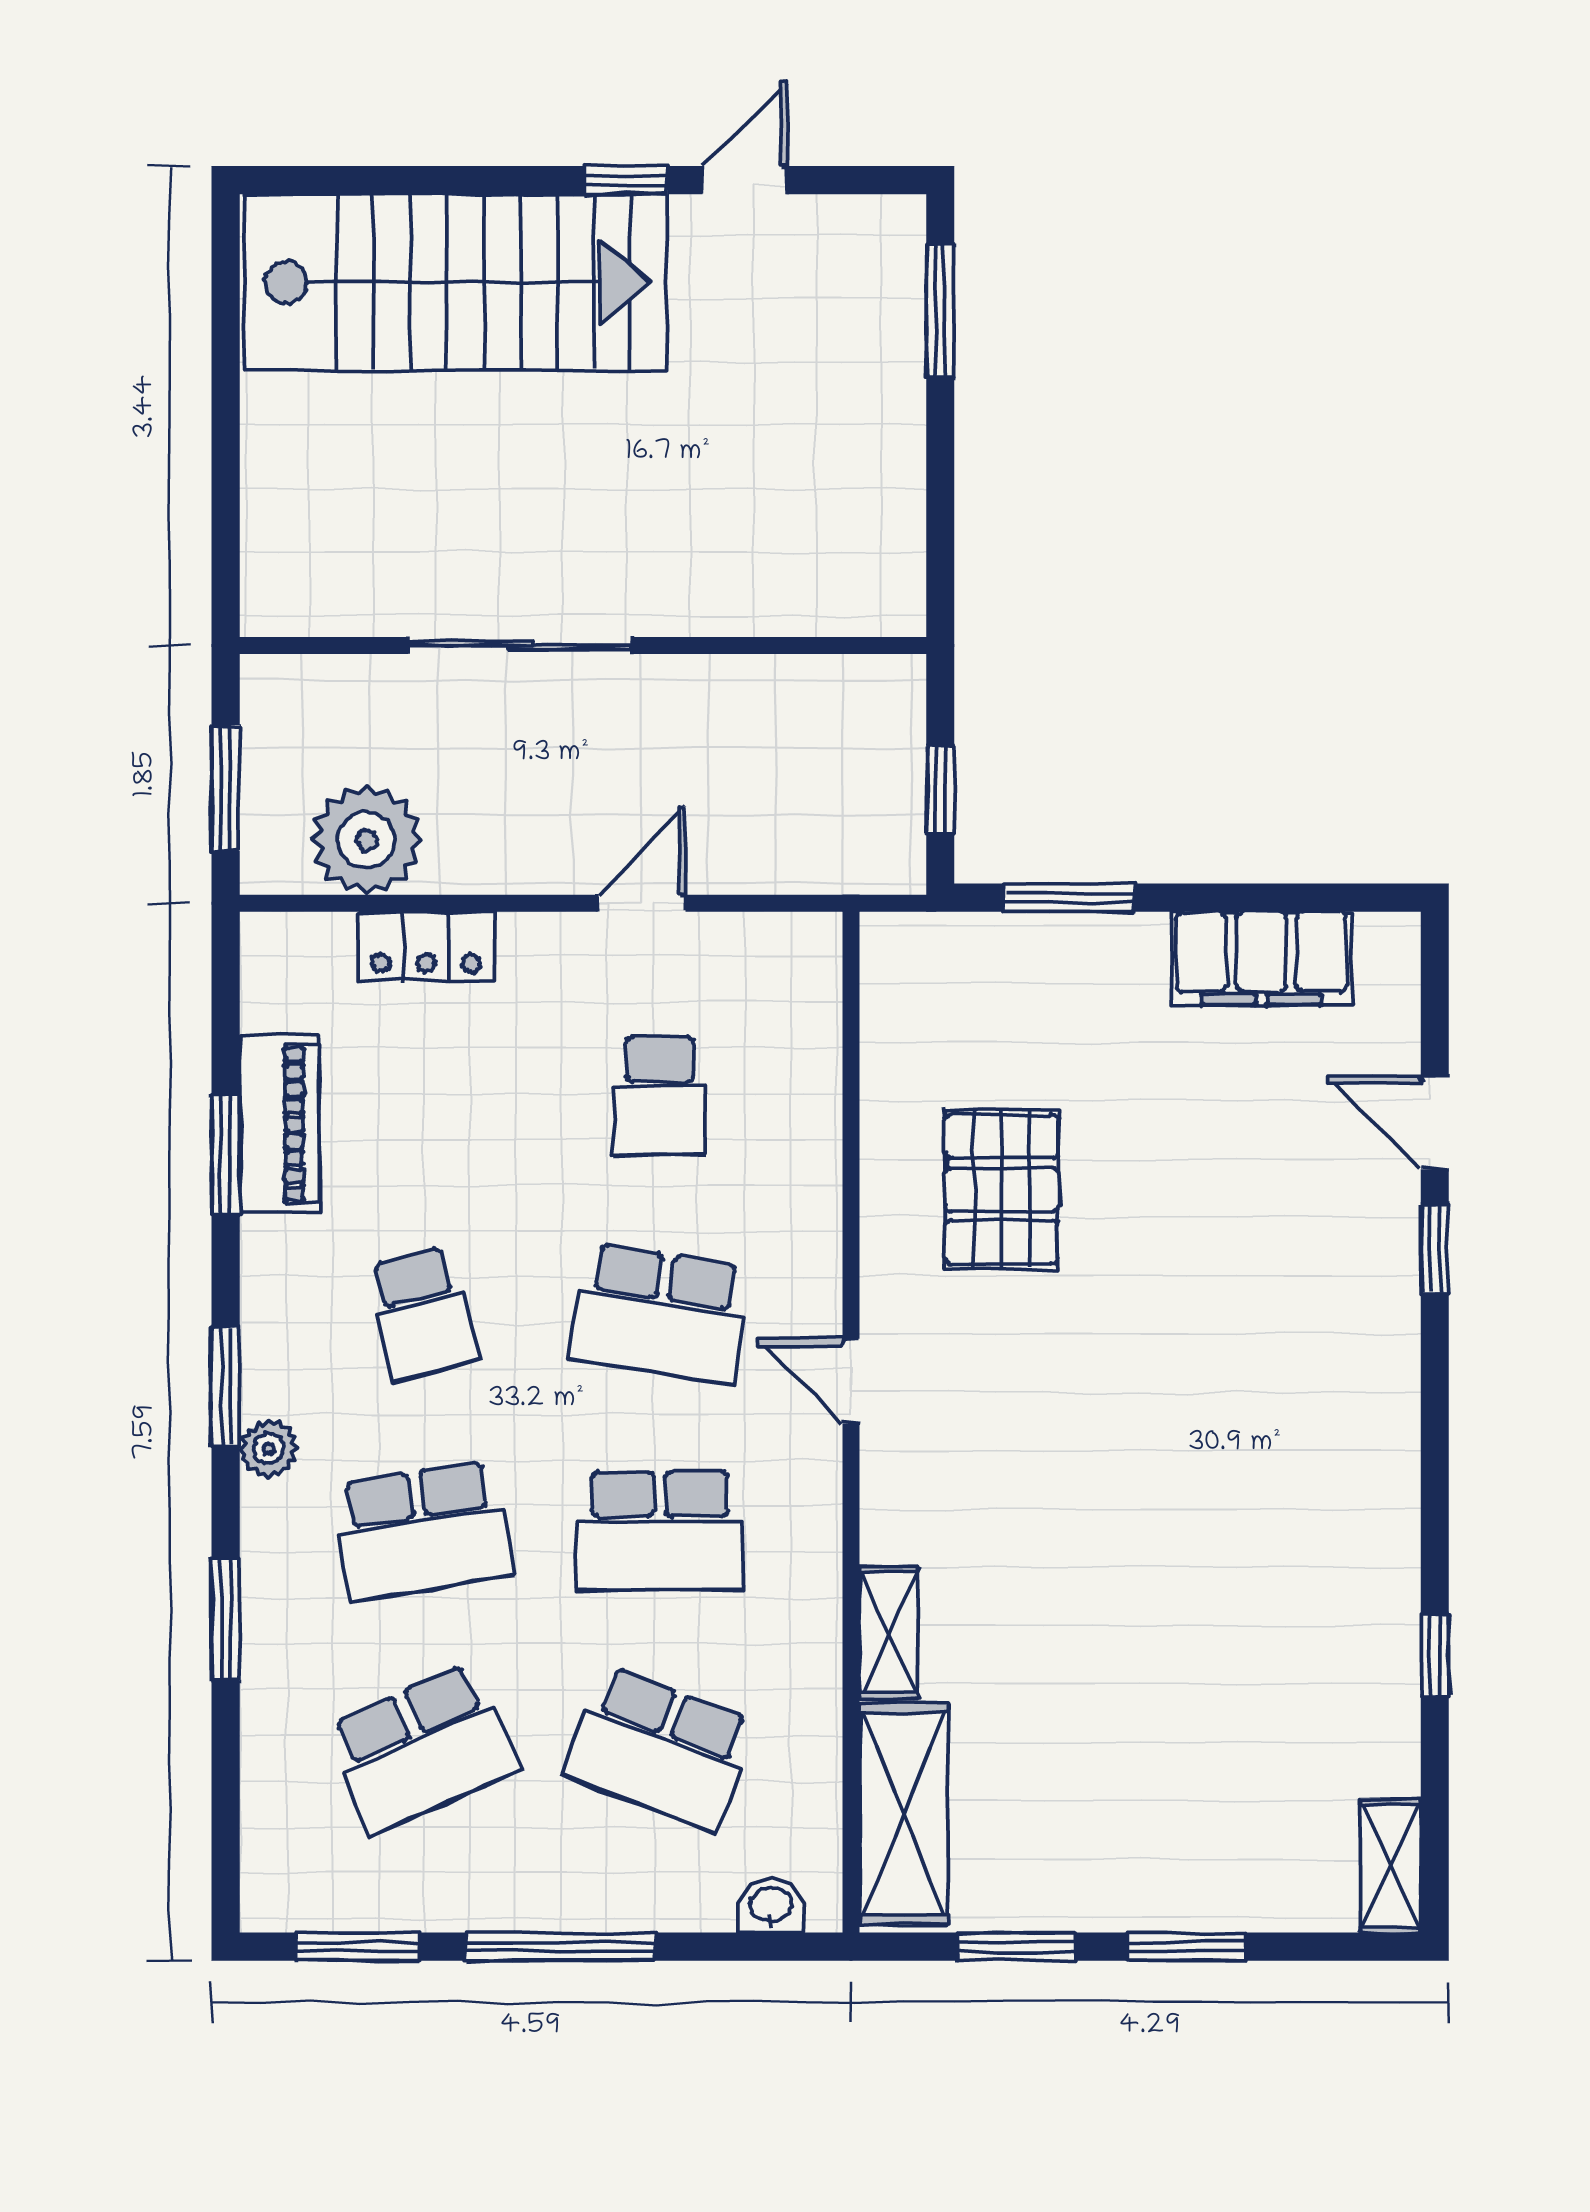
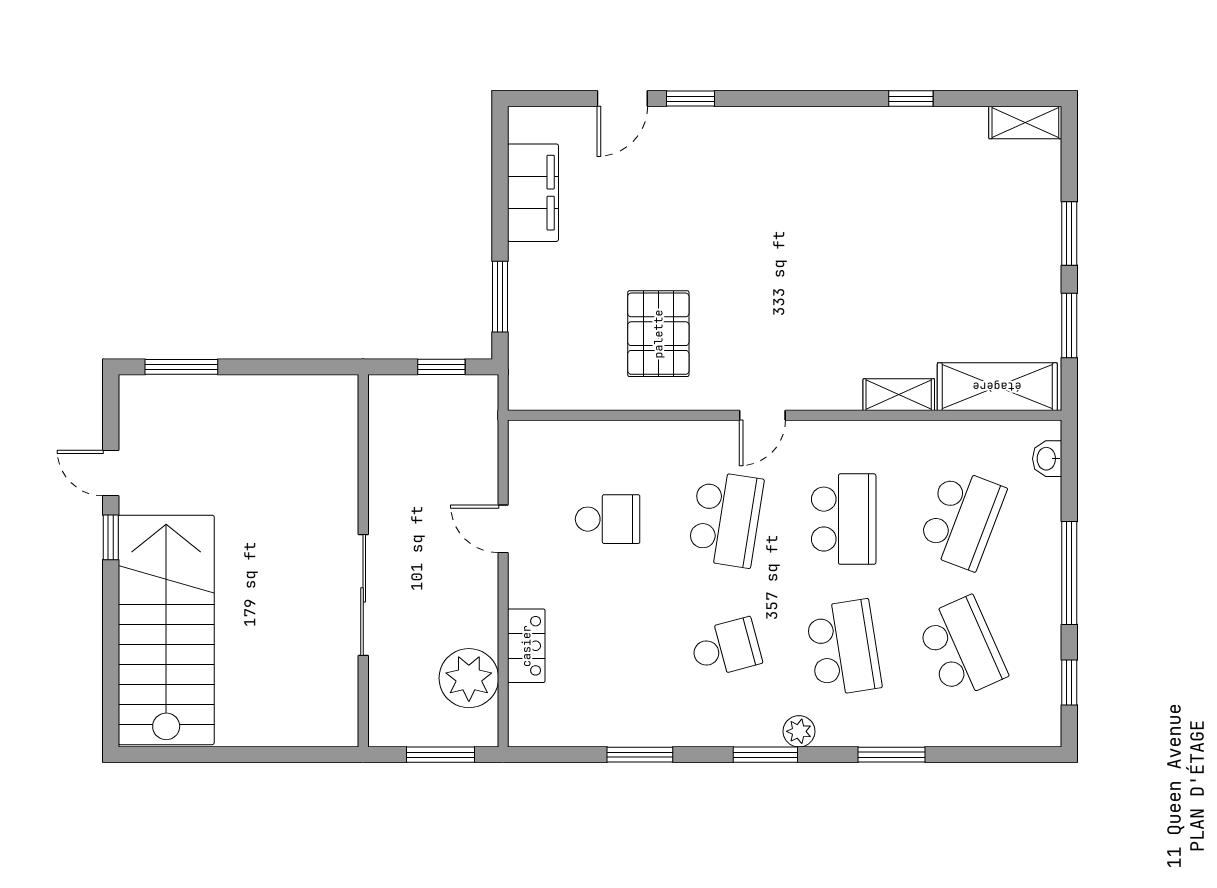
piano: (279, 1124) -> (623, 726), removed
pallet: (1001, 1189) -> (658, 334), turned 90
window: (359, 1947) -> (1069, 682), width x0.67

